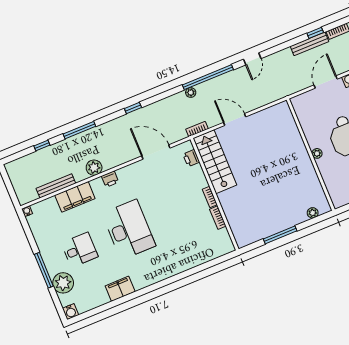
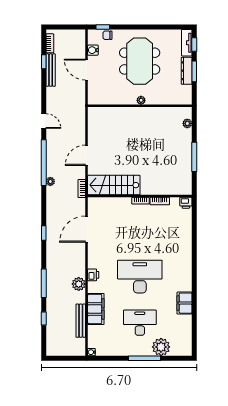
printer: (191, 158) -> (186, 203), moved
desk: (80, 250) -> (140, 323), width x1.37
water cooler: (71, 312) -> (186, 350), removed

